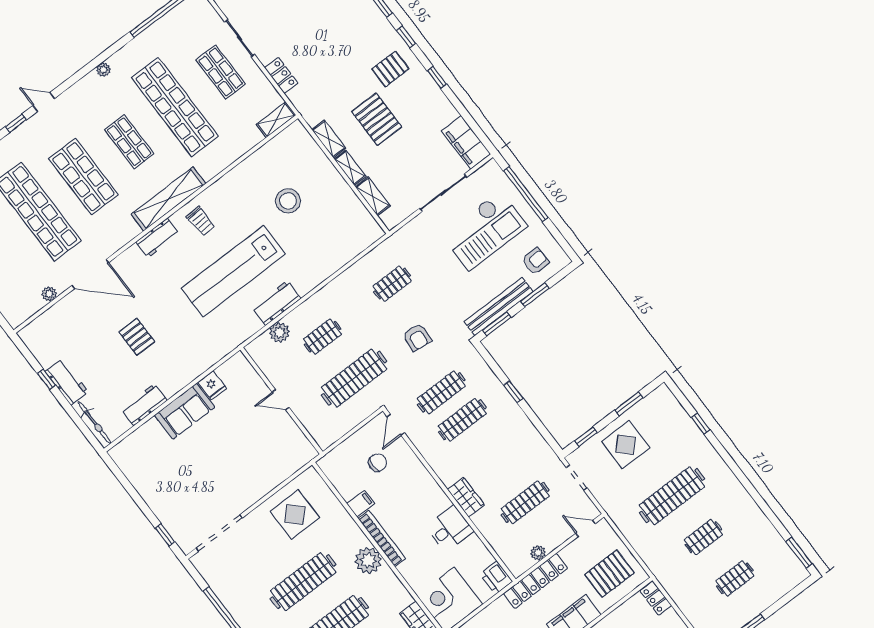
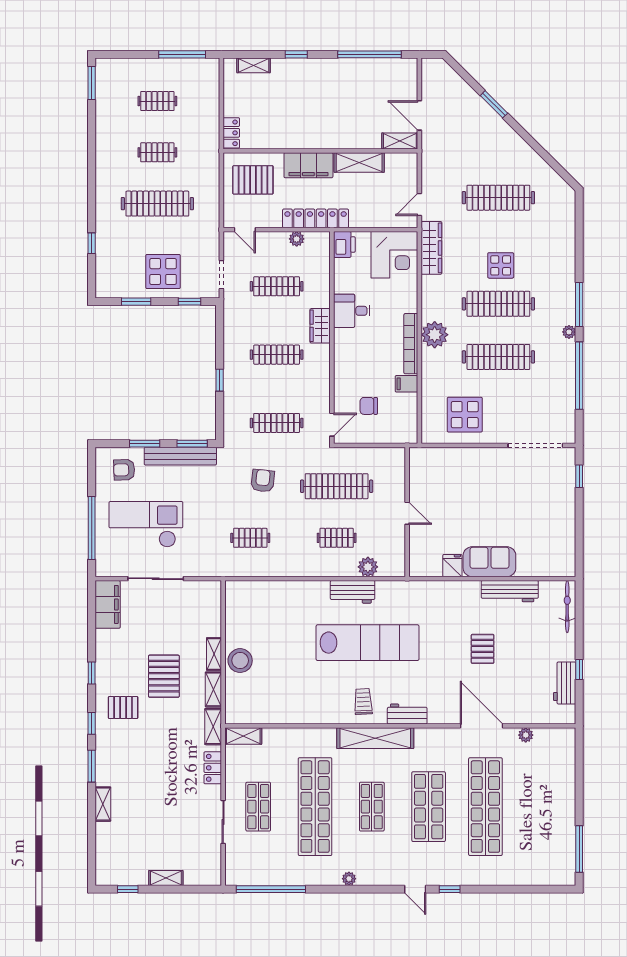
shelving: (373, 196) -> (213, 727), moved
stool: (288, 201) -> (240, 661), moved
workbench: (67, 382) -> (565, 683), moved
workbench: (144, 405) -> (510, 591), width x1.38
clothes rail: (462, 420) -> (277, 355), moved

